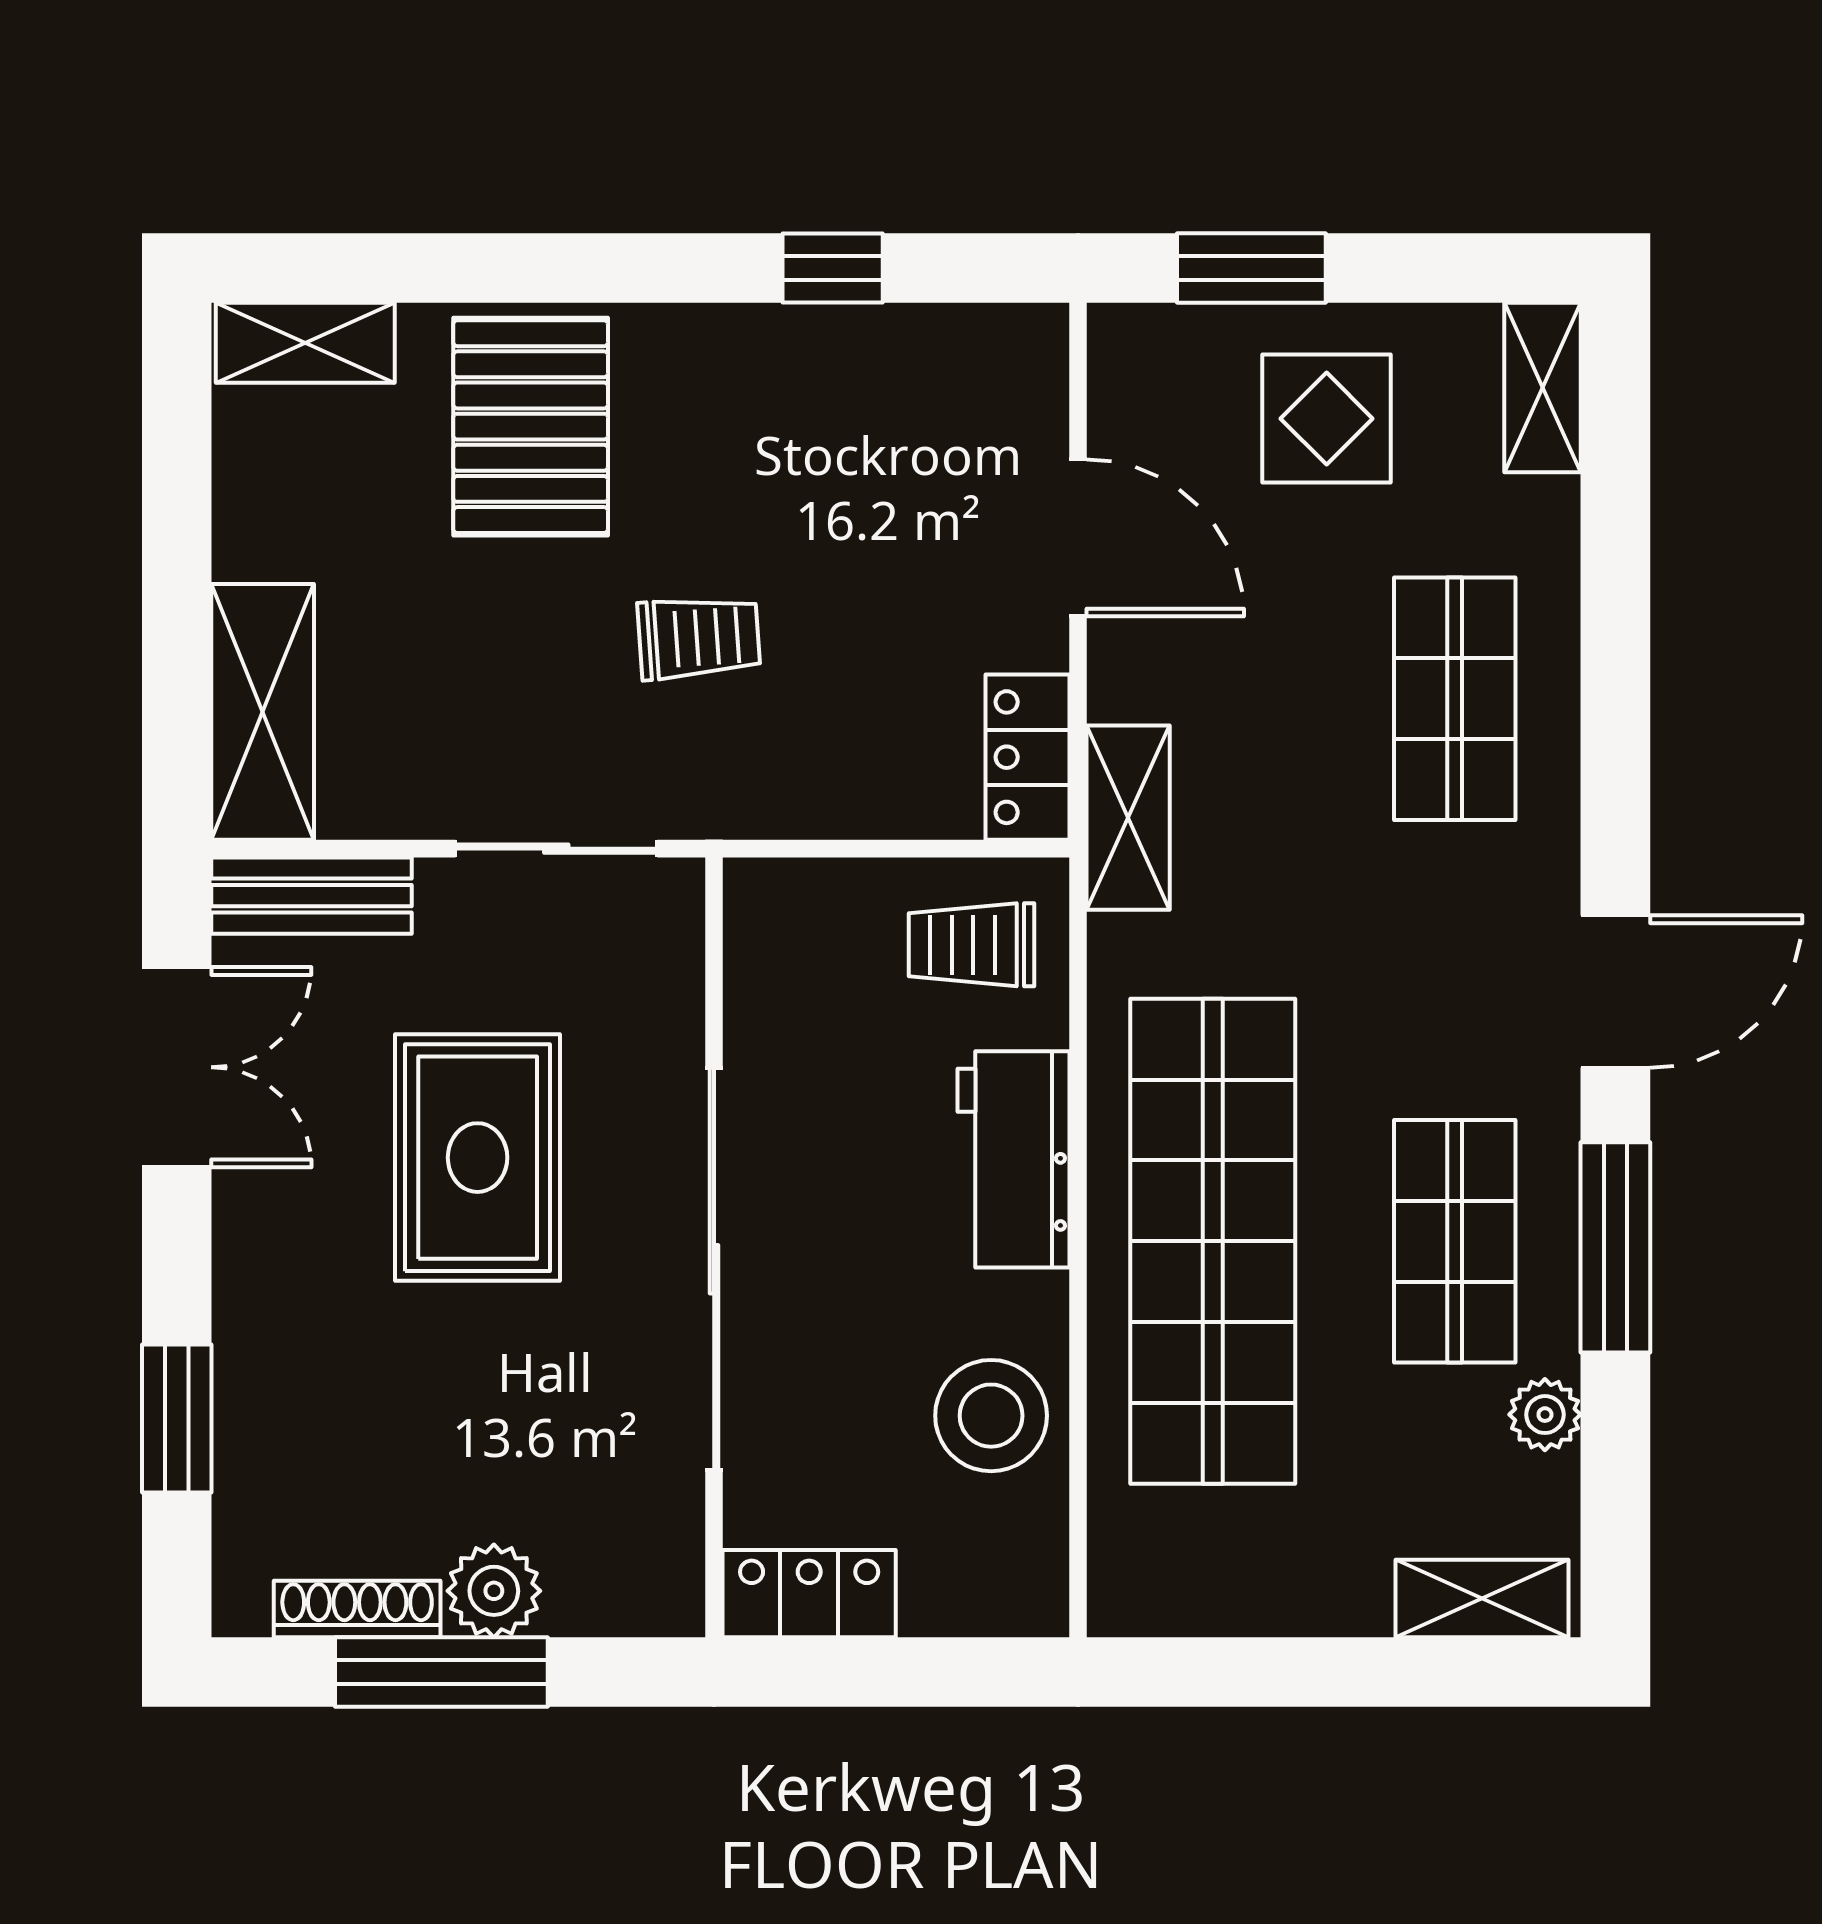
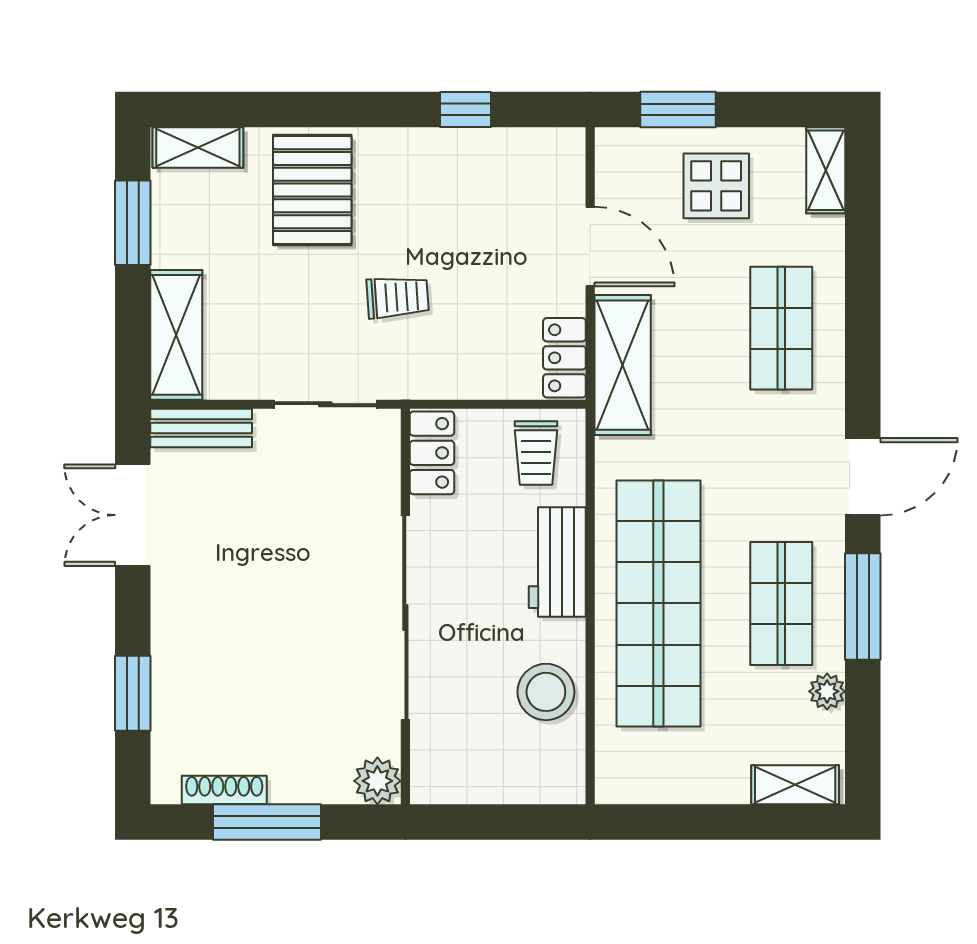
window: (177, 491) -> (133, 223), added
shelving: (1128, 818) -> (623, 365), width x1.50, depth x1.33
trolley: (971, 945) -> (536, 453), turned -90
double door: (177, 1067) -> (133, 515), swing flipped
rug: (478, 1158) -> (285, 561), removed
plant: (494, 1591) -> (377, 781), moved
locker: (809, 1594) -> (432, 453), moved, turned 90

